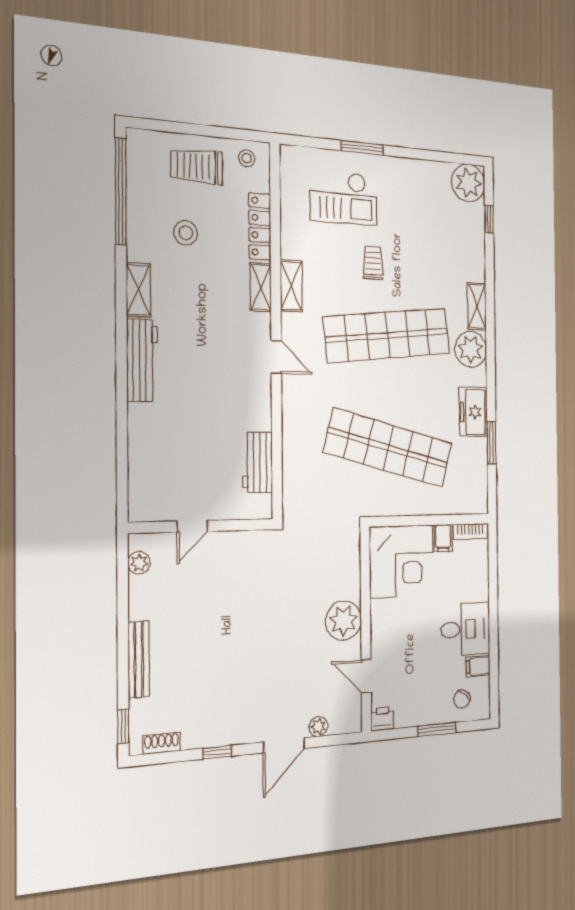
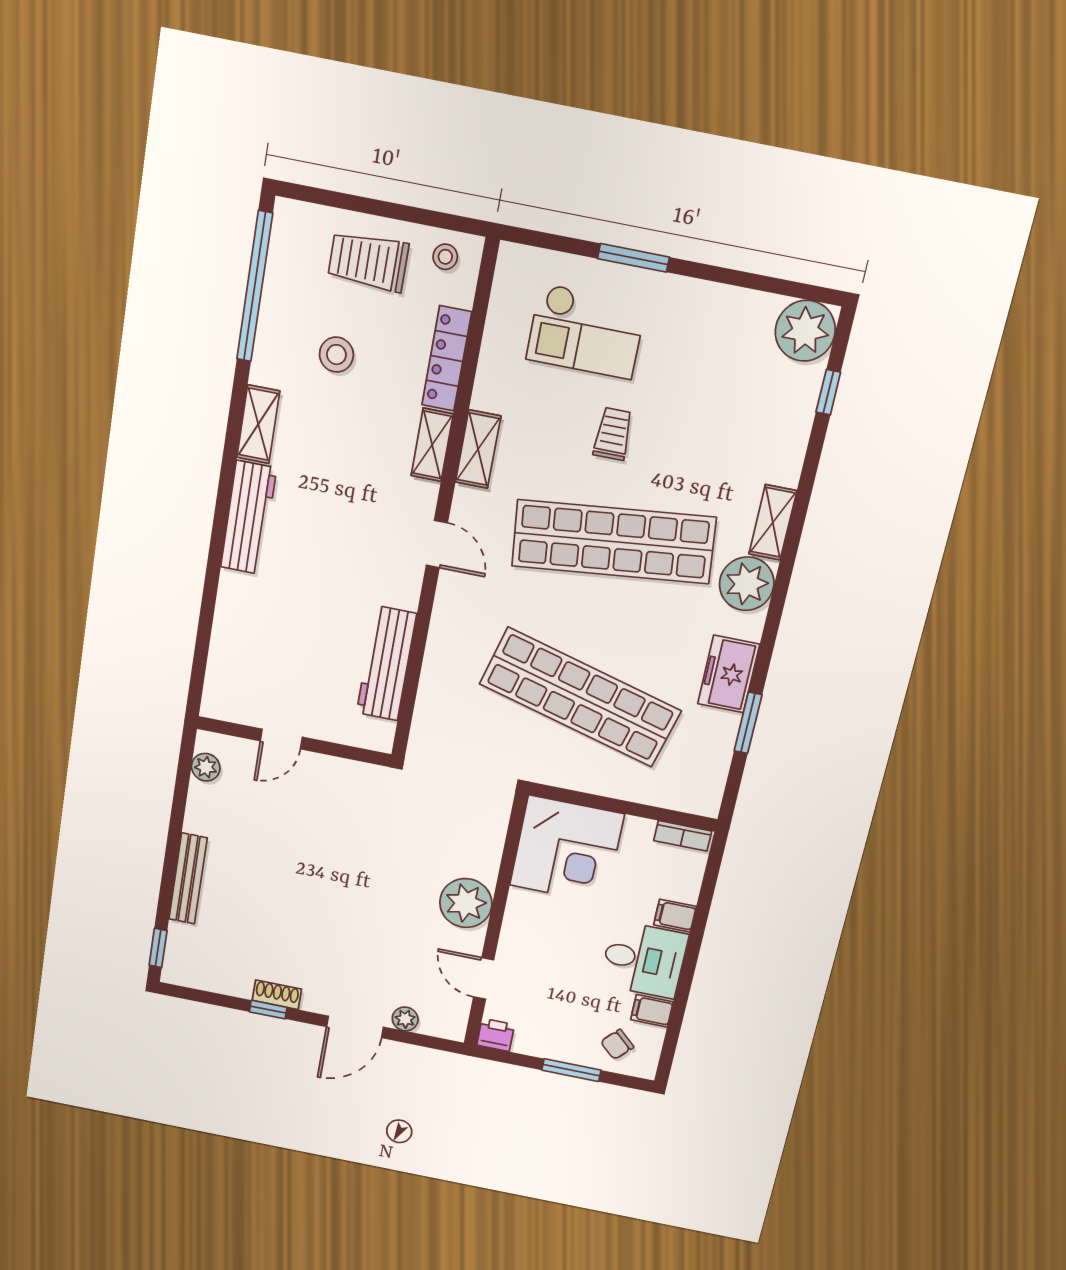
workbench: (258, 462) -> (386, 663), width x1.38
filing cabinet: (443, 538) -> (675, 916), moved, turned 90
shoe rack: (162, 743) -> (277, 995), moved

